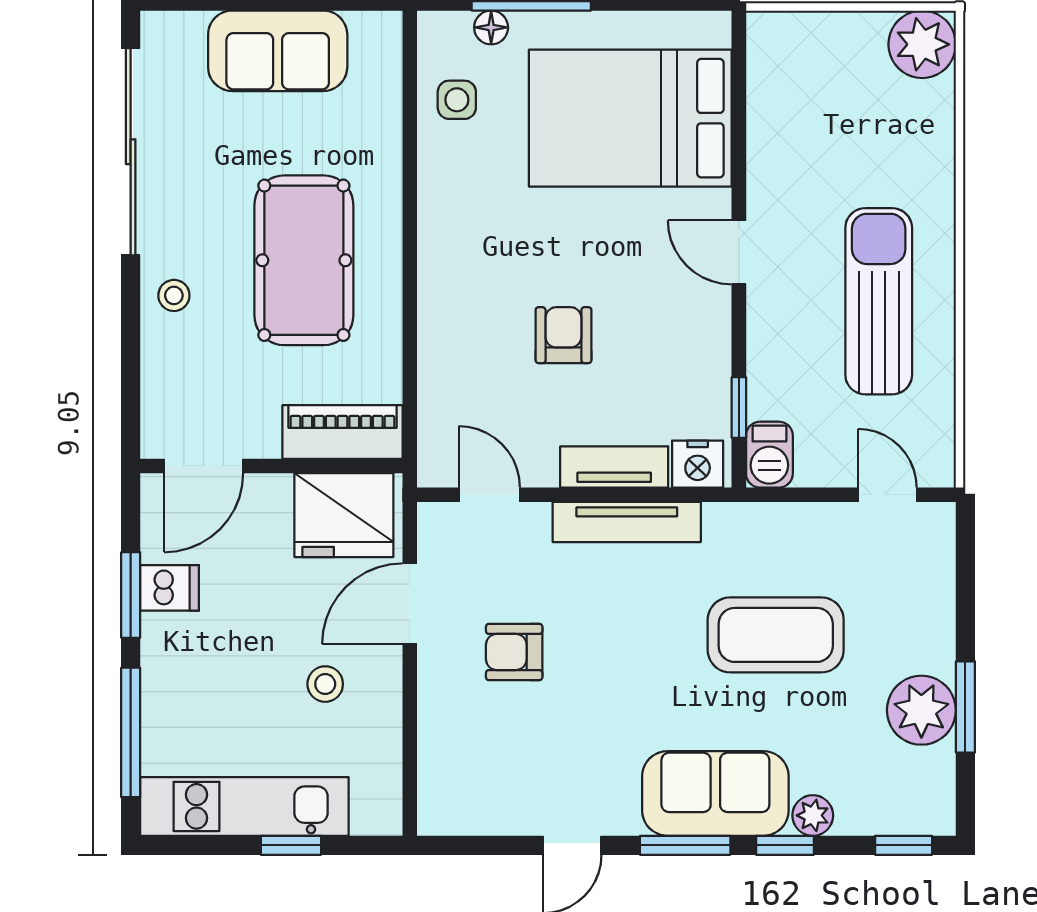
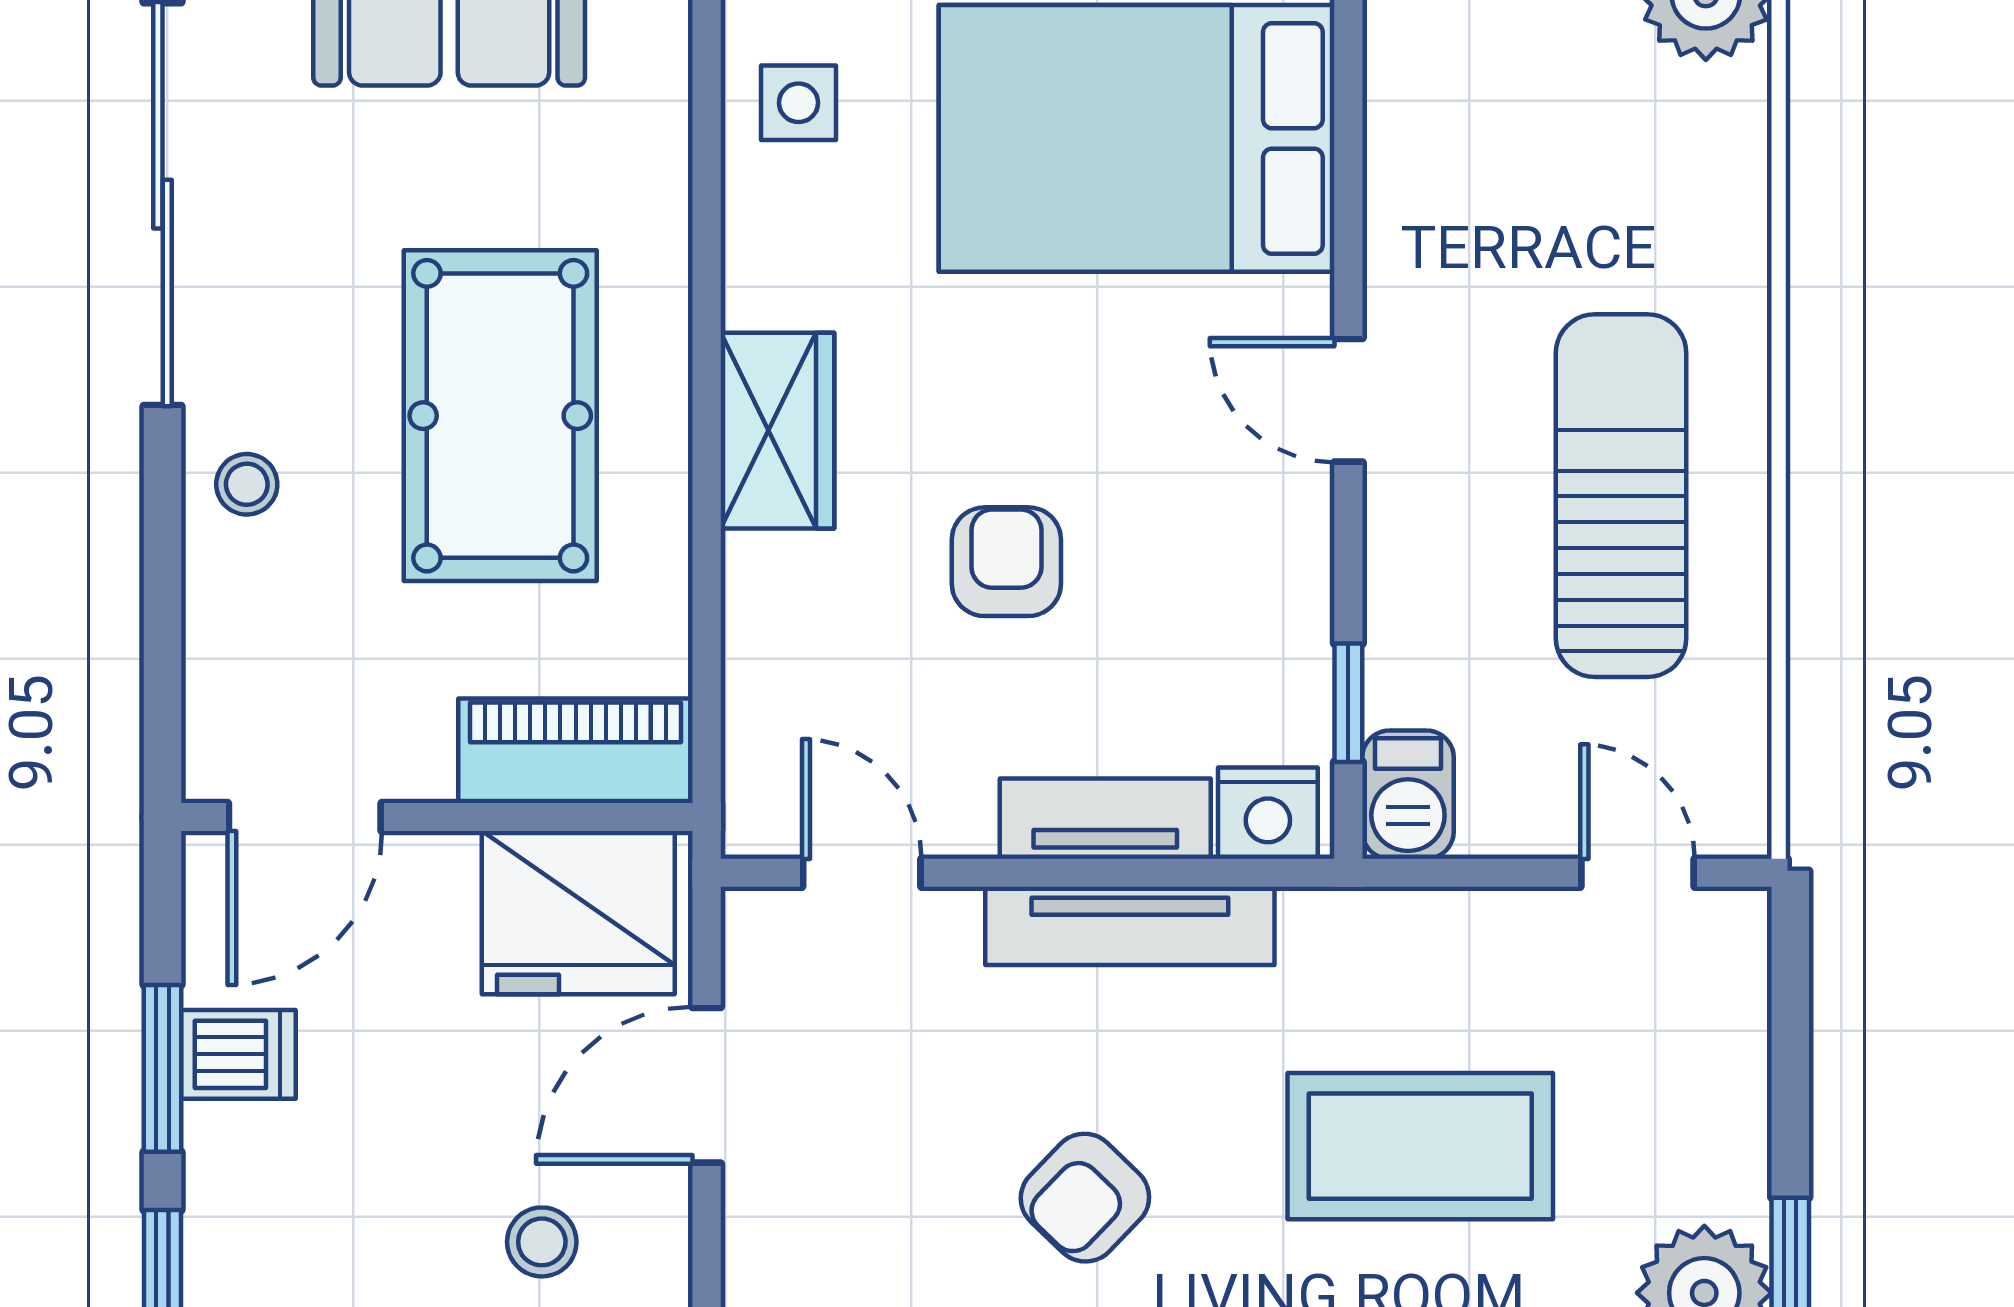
wardrobe: (446, 268) -> (777, 431), added
armchair: (514, 652) -> (1085, 1198), moved, turned -46

